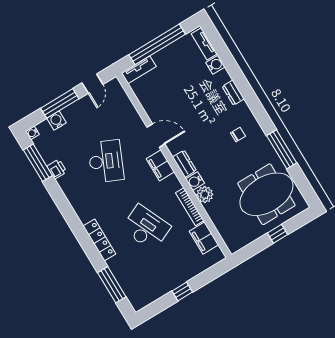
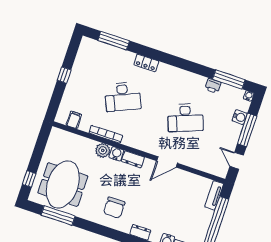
chair: (238, 135) -> (114, 208), width x1.87, depth x1.87
window: (282, 149) -> (58, 216), moved
desk: (106, 161) -> (185, 118), turned -45
filing cabinet: (160, 165) -> (148, 145), removed
window: (277, 234) -> (29, 179), moved
filing cabinet: (204, 238) -> (74, 120), width x0.50
locker: (99, 240) -> (146, 63), width x0.66

